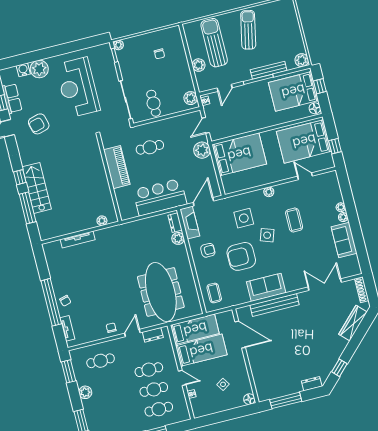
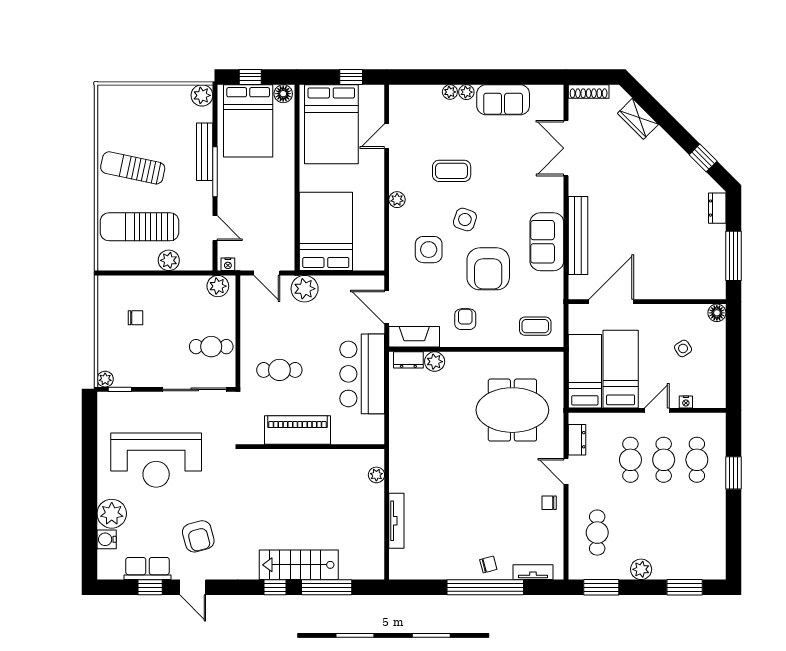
cafe table: (150, 147) -> (279, 370), turned 90
meeting table: (161, 292) -> (512, 410), width x0.73
wardrobe: (353, 323) -> (638, 119), width x0.67

